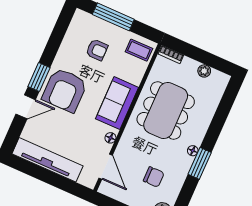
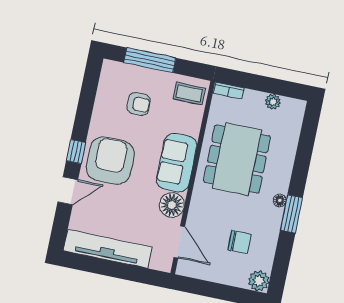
window: (39, 77) -> (76, 152), width x0.67
armchair: (65, 90) -> (110, 161), turned 180
floor lamp: (110, 138) -> (172, 205), width x1.89, depth x1.89

